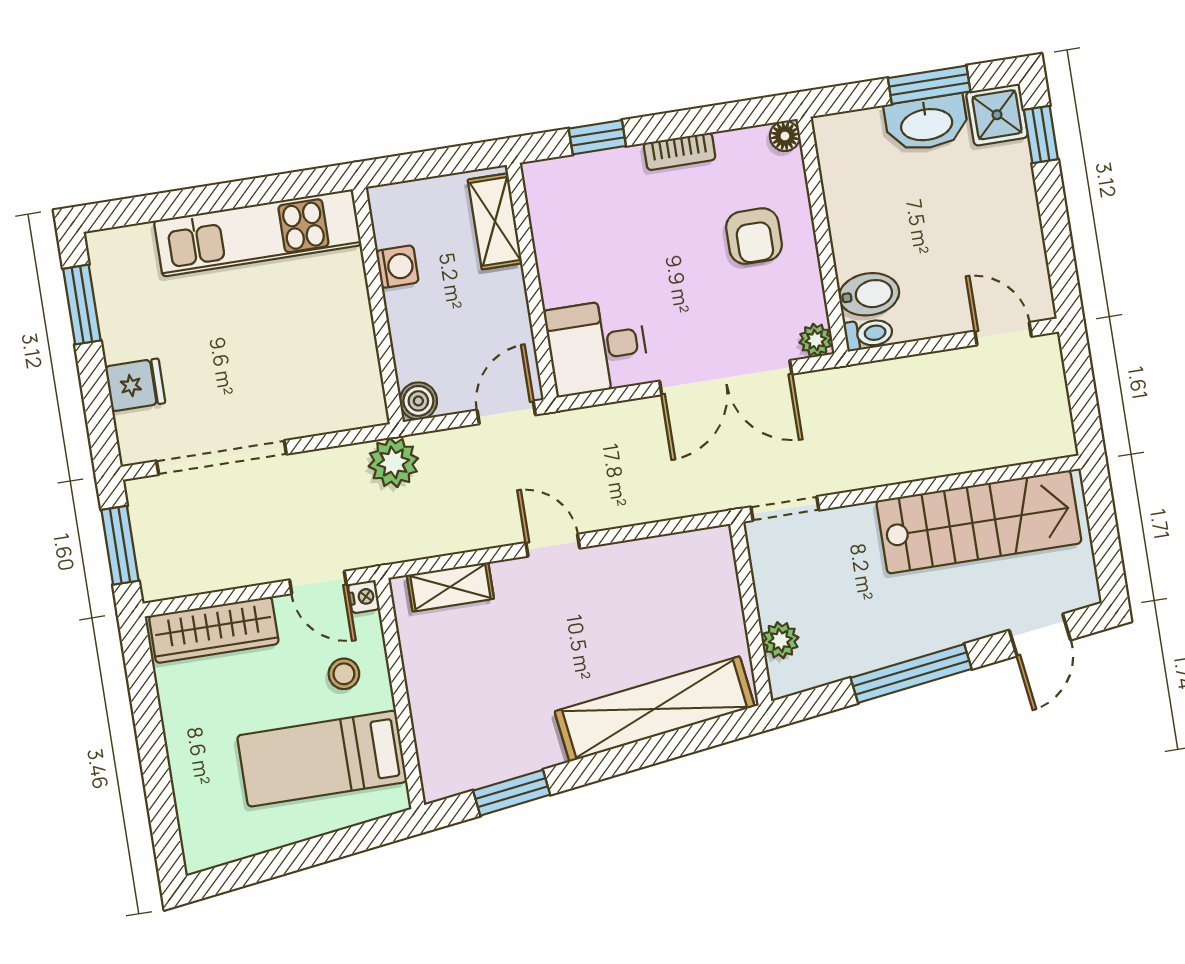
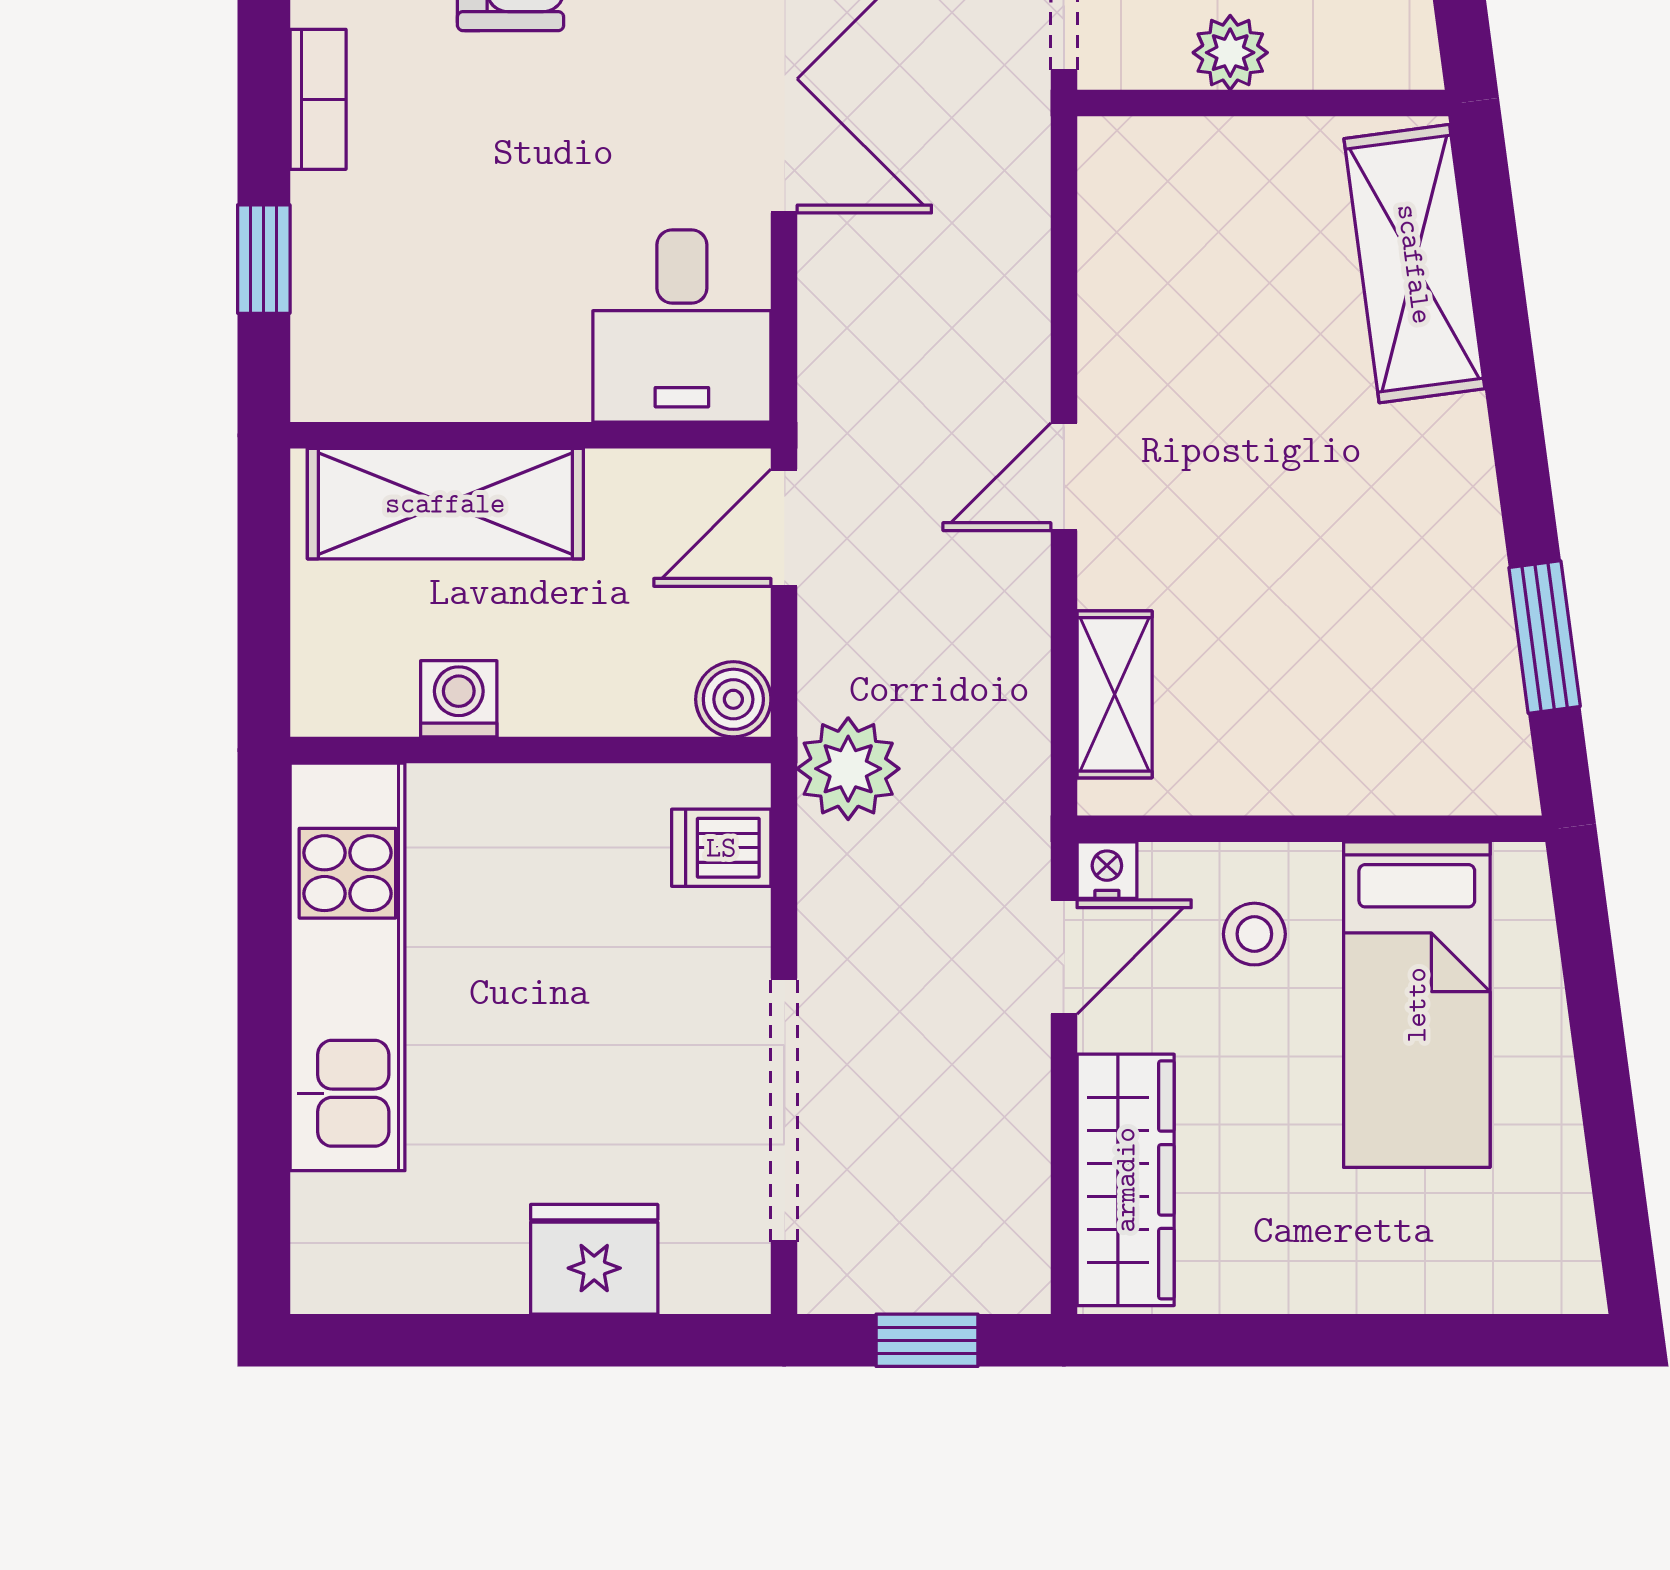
shelving: (495, 221) -> (445, 504), width x1.50, depth x1.33
window: (82, 305) -> (435, 1340), removed
fridge: (135, 385) -> (594, 1259), width x1.38
dishwasher: (345, 407) -> (721, 848), added
door: (506, 412) -> (784, 528), hinge flipped
window: (120, 545) -> (927, 1340), width x0.67
plant: (780, 640) -> (1230, 53), moved
shelving: (655, 709) -> (1414, 264), width x0.68

